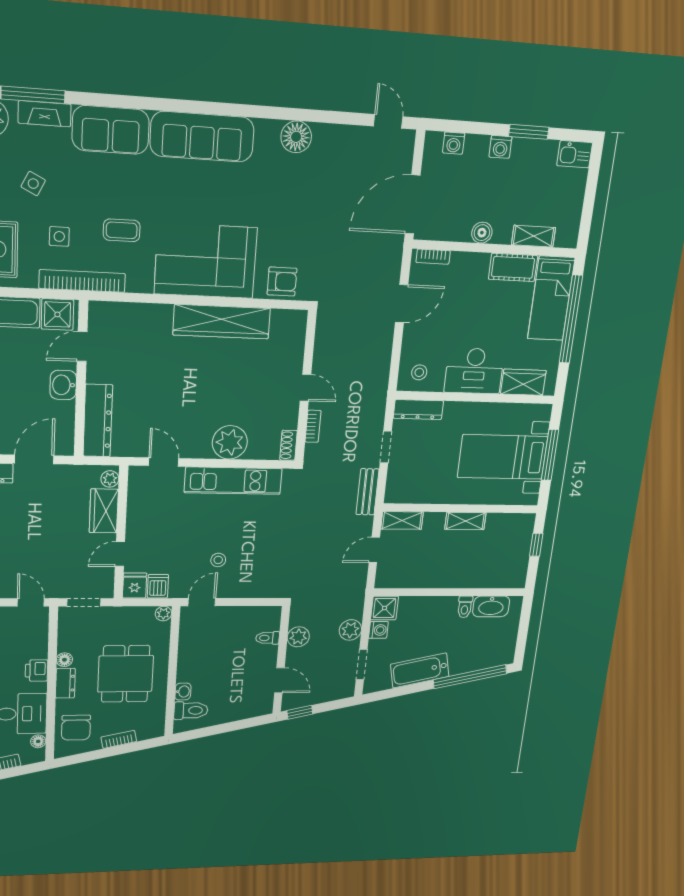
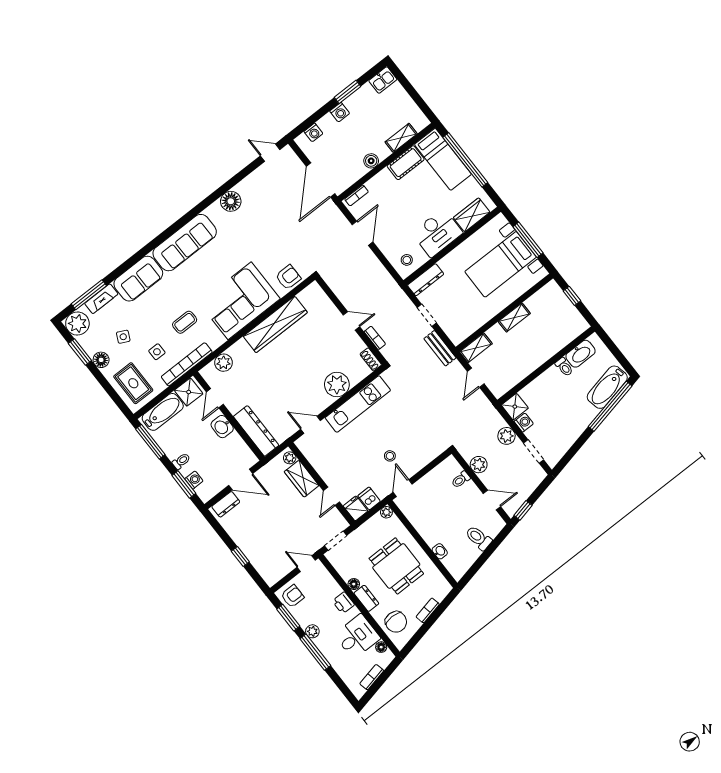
plant: (127, 315) -> (224, 363), added
door: (34, 459) -> (241, 480), swing flipped
bathtub: (420, 670) -> (607, 387), moved
toilet: (191, 710) -> (478, 538), moved, turned -102

